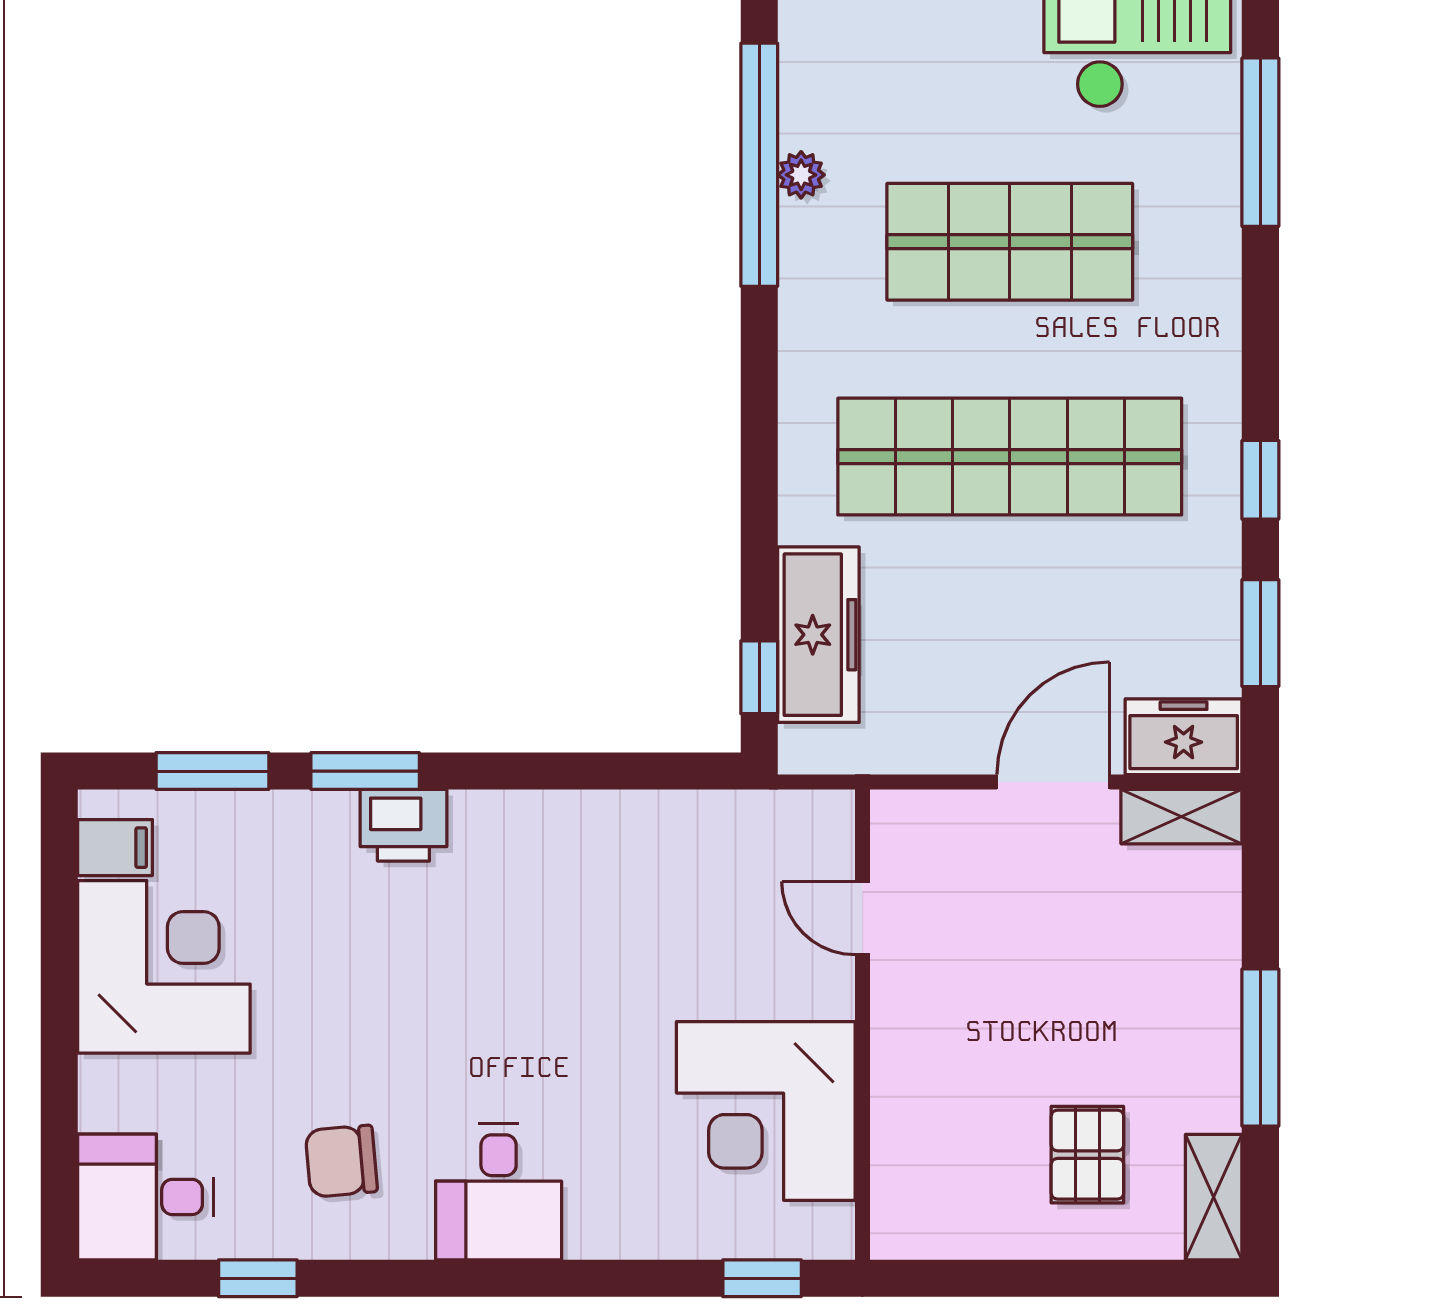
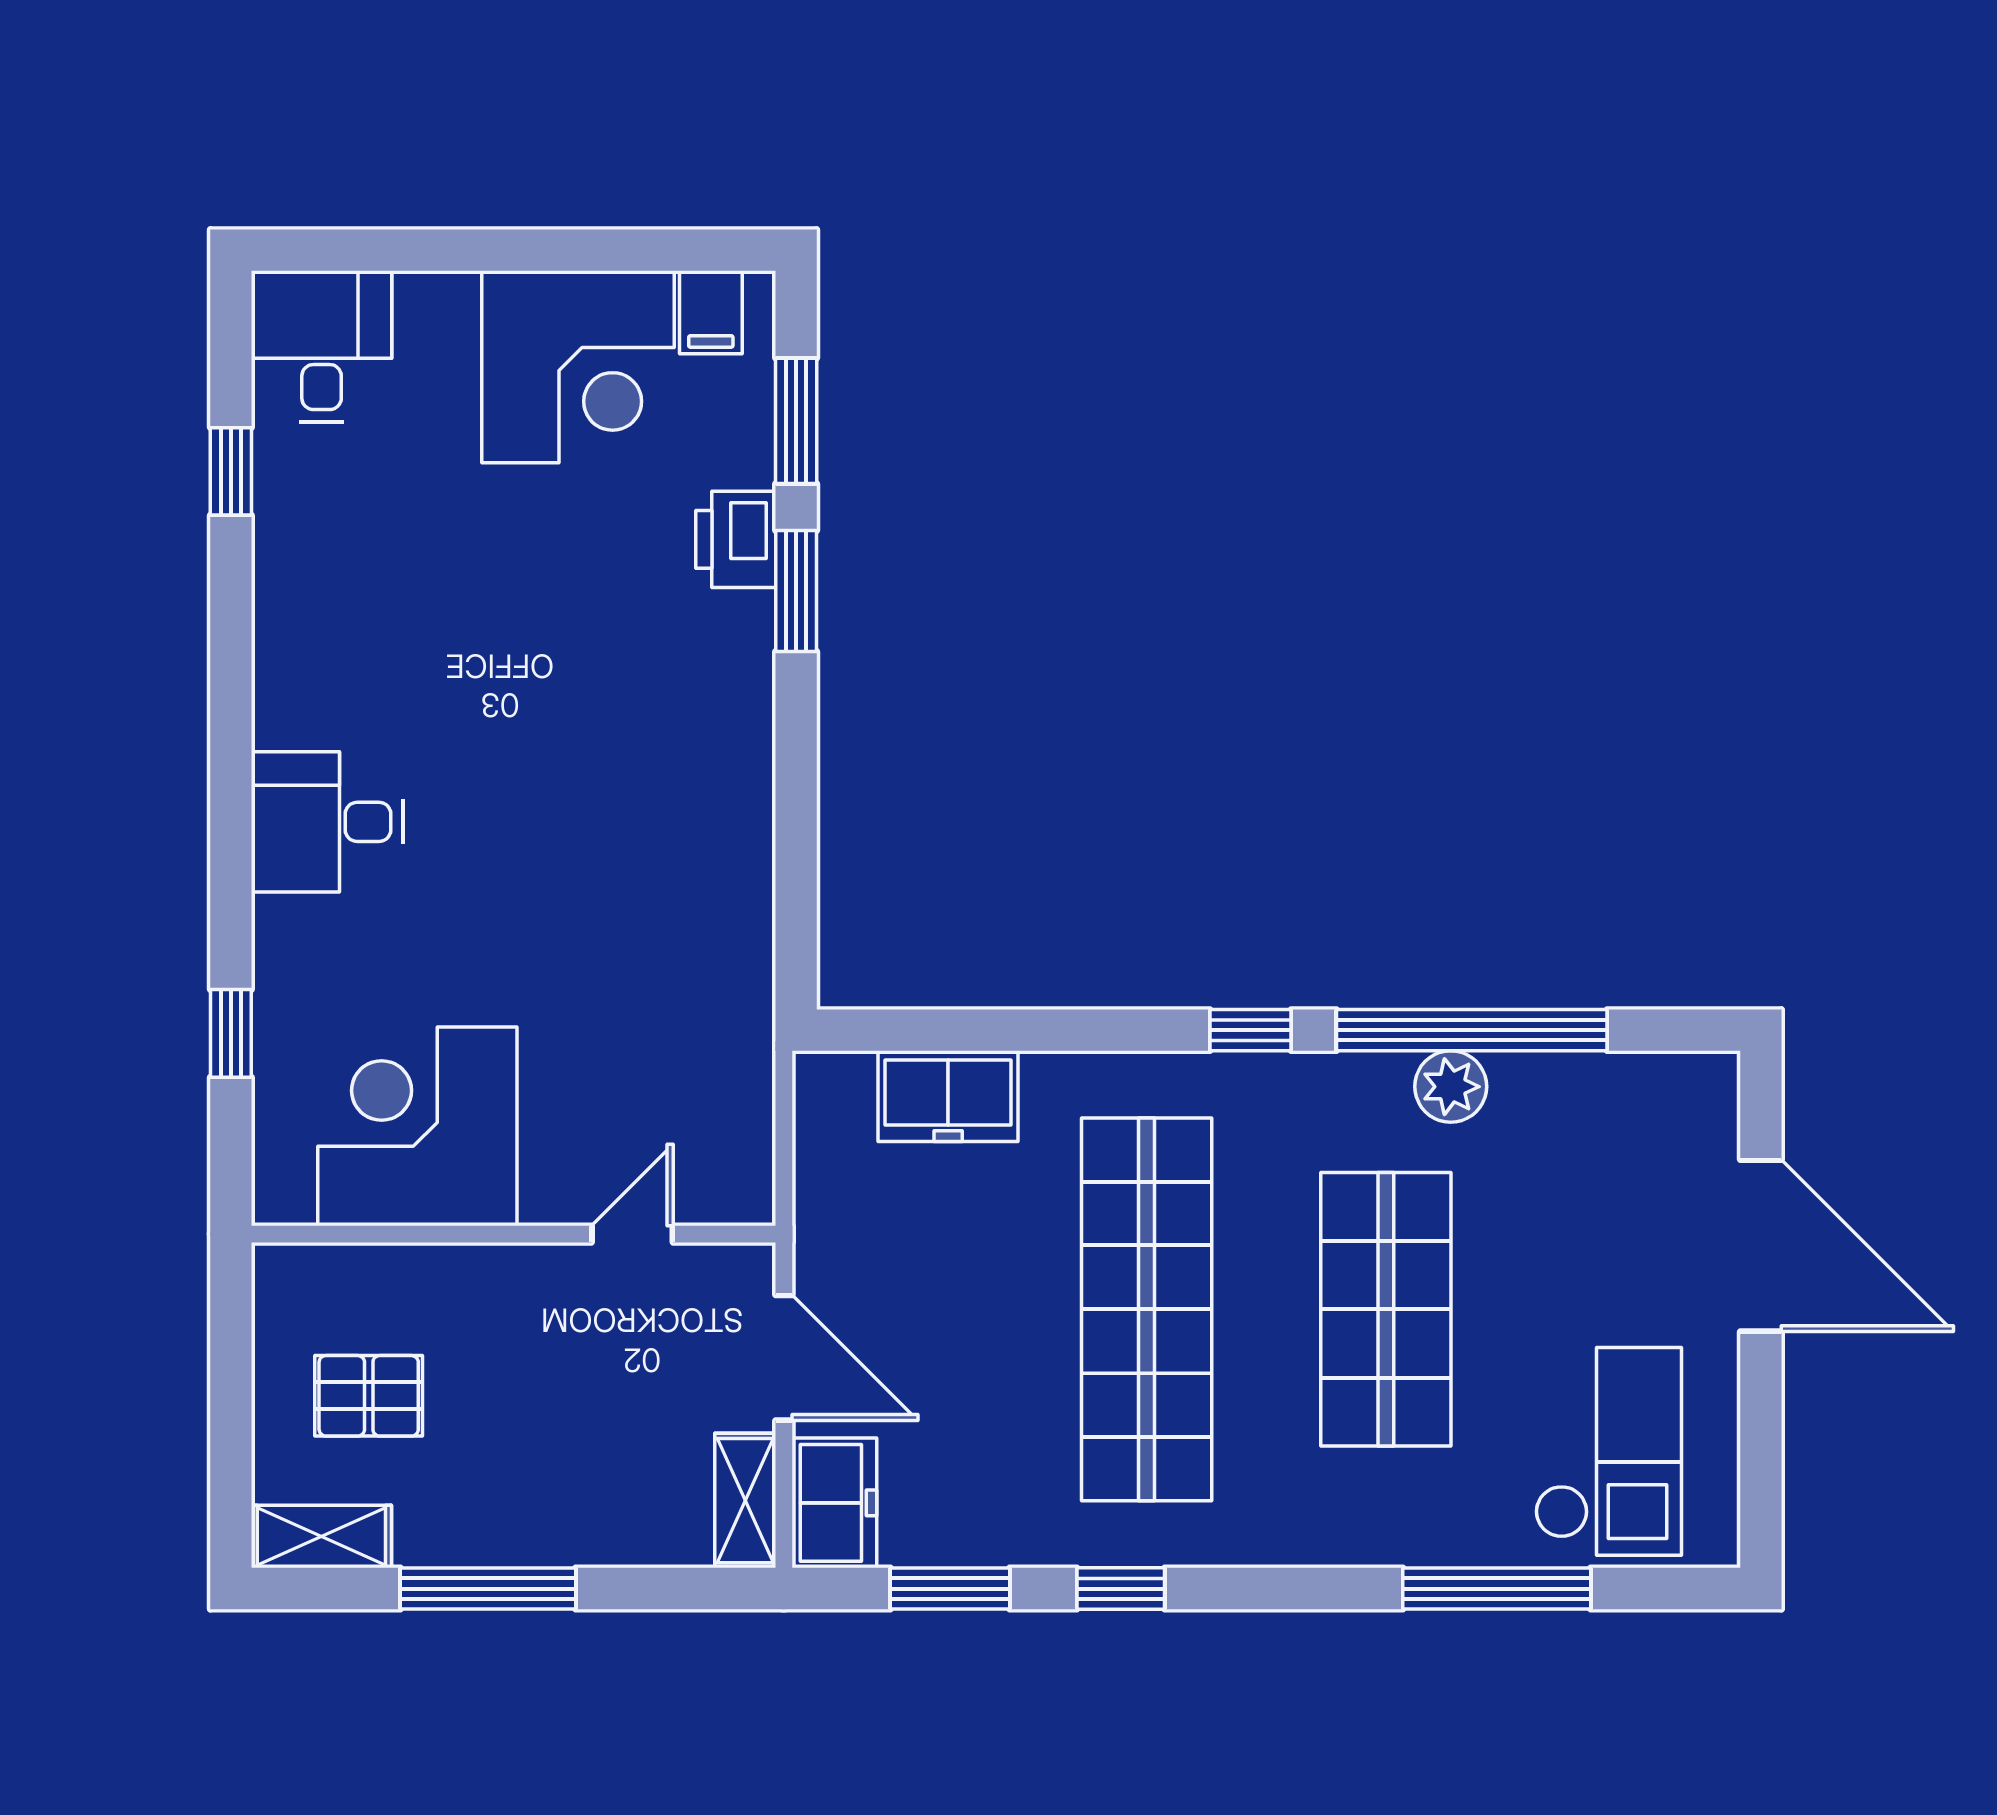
plant: (801, 175) -> (1451, 1087), width x1.38, depth x1.38
freezer: (818, 635) -> (948, 1096), width x0.71
window: (759, 677) -> (1250, 1030), moved
printer: (403, 825) -> (736, 539), moved
door: (862, 918) -> (632, 1234), moved
wall: (862, 1025) -> (514, 1234), moved
corner desk: (766, 1111) -> (417, 1126), moved
chair: (341, 1161) -> (362, 564), removed
desk: (499, 1192) -> (327, 822), moved

